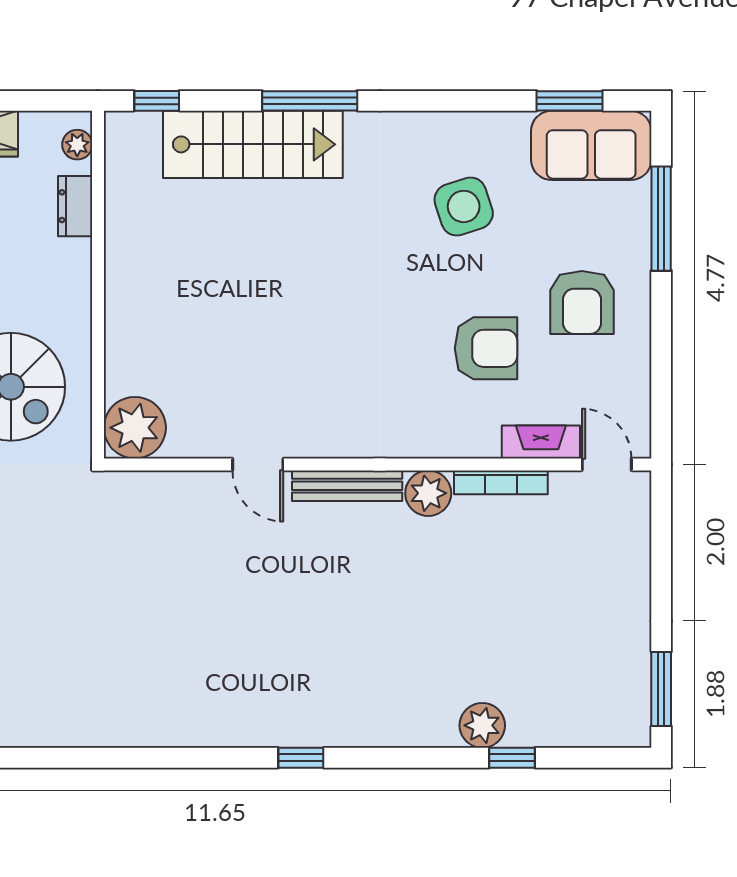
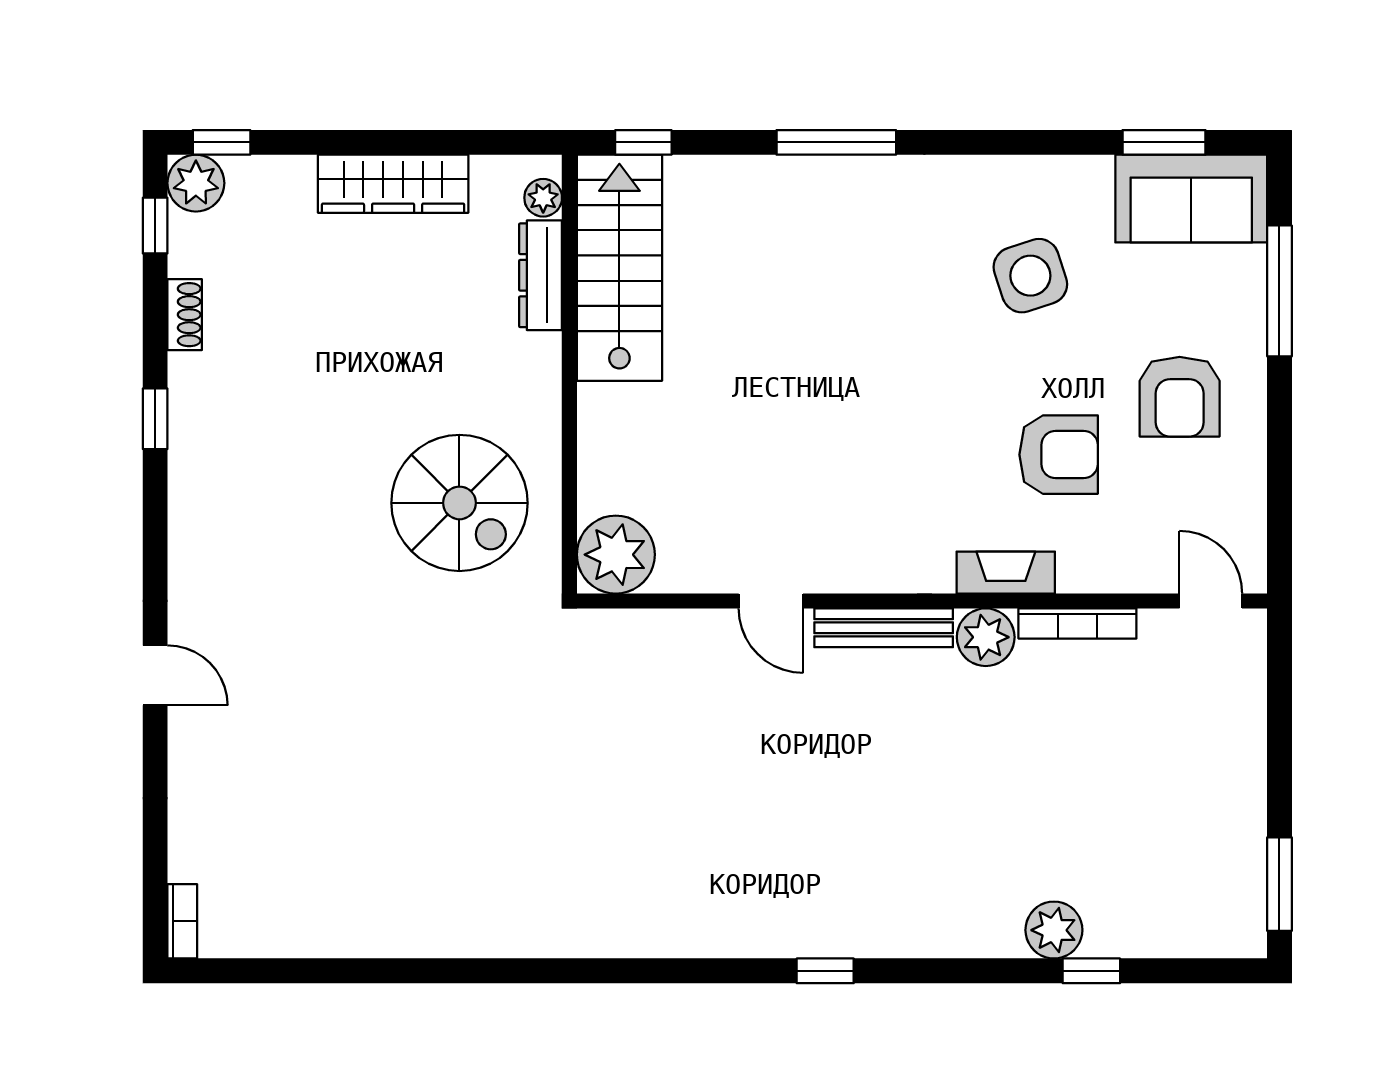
stairs: (253, 144) -> (619, 268), moved, turned -90
dresser: (75, 206) -> (541, 275), width x1.44
fireplace: (541, 442) -> (1006, 573), moved

